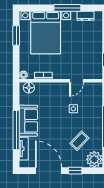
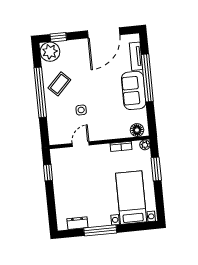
bed with nightstands: (46, 32) -> (131, 198), width x0.73
window: (16, 35) -> (156, 169), moved
coffee table: (79, 141) -> (59, 84), moved
door: (49, 171) -> (104, 33), hinge flipped
window: (75, 171) -> (58, 37), moved

